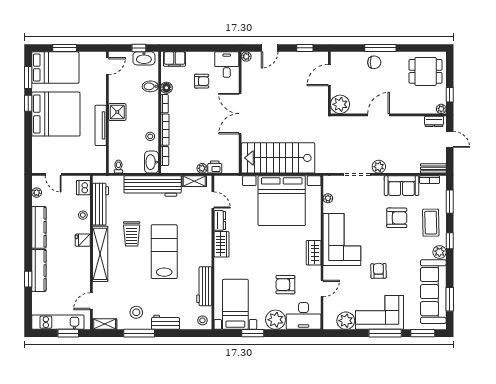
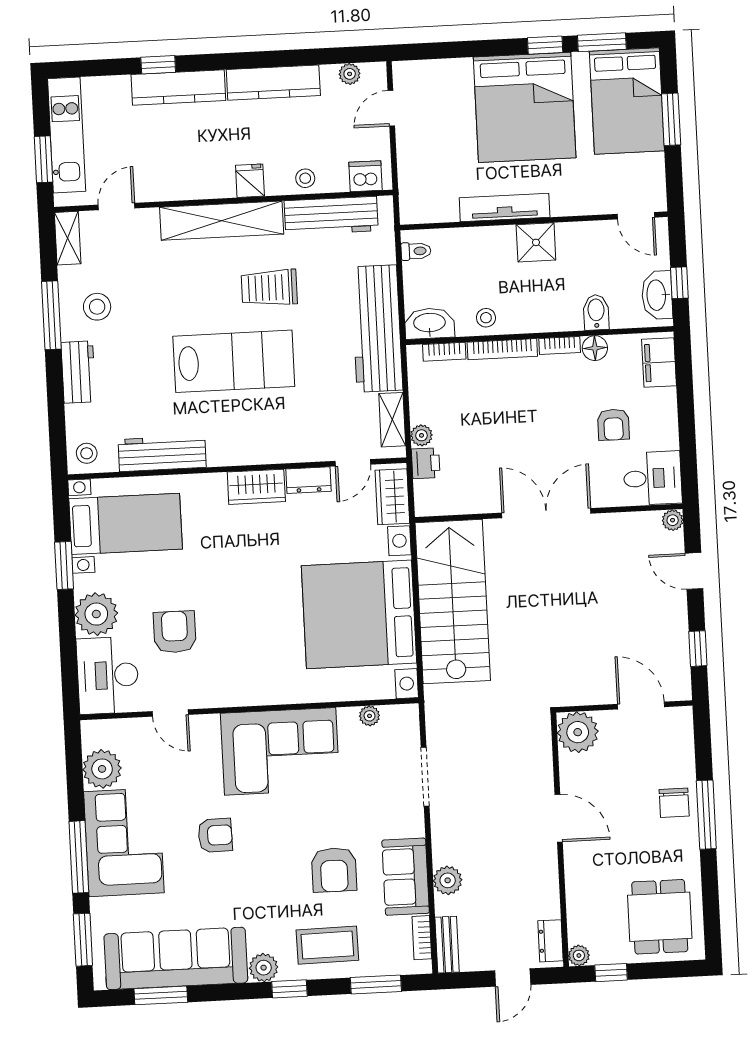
plant: (379, 167) -> (448, 880), moved
wardrobe: (314, 253) -> (392, 497), moved, turned -90
door: (91, 301) -> (116, 206), hinge flipped

